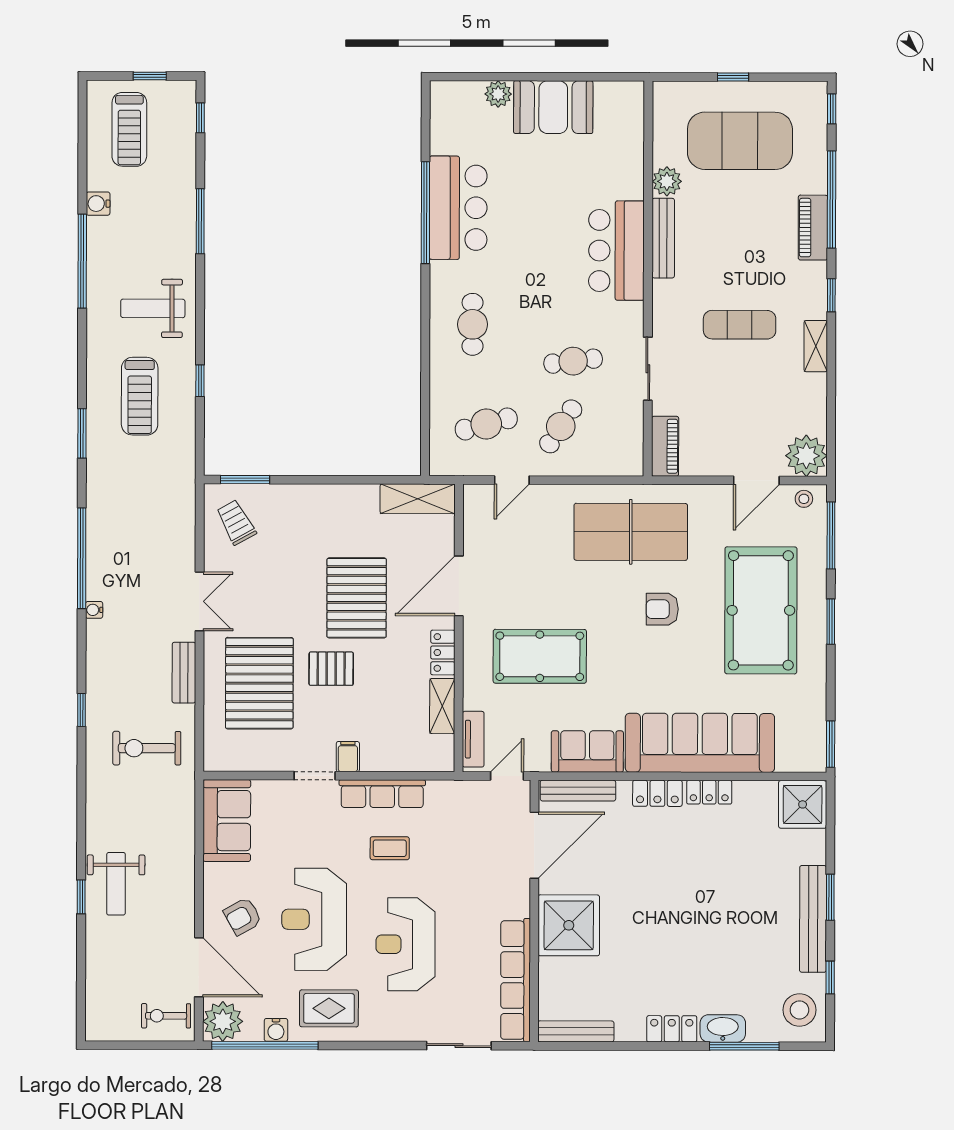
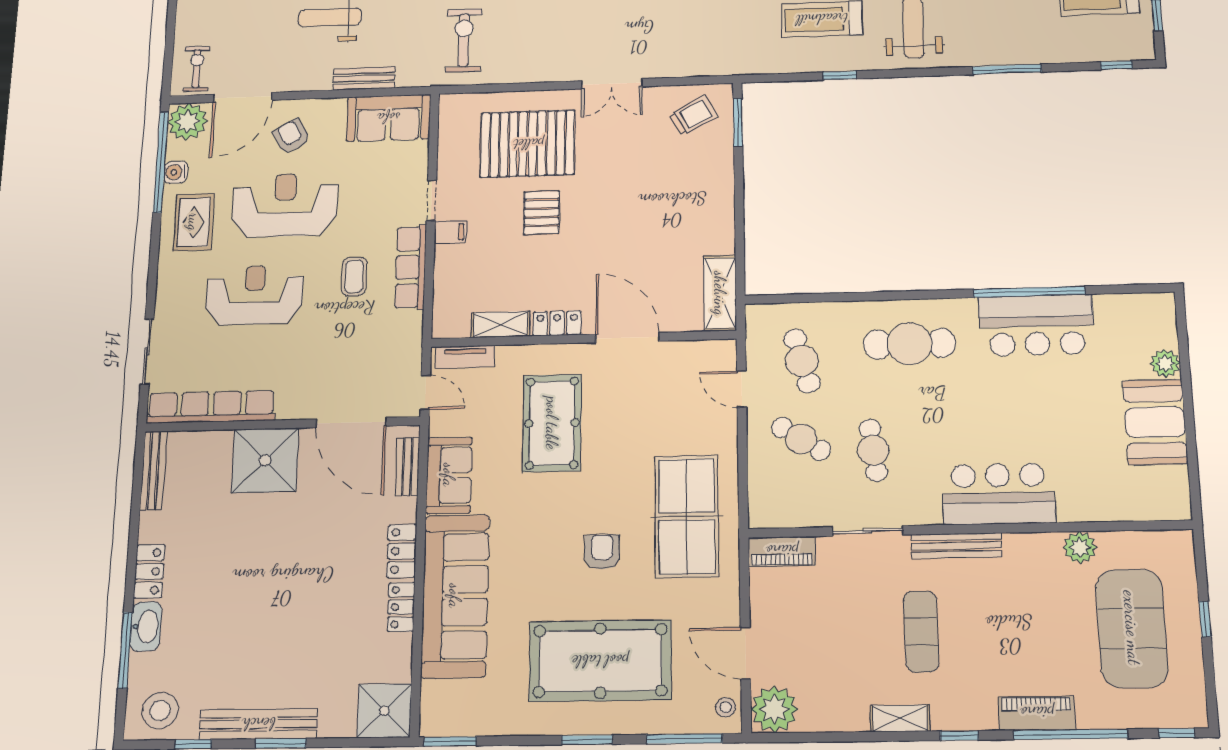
bench: (663, 238) -> (956, 546), moved
cafe table: (473, 324) -> (910, 344), width x1.37, depth x1.35
pallet: (357, 598) -> (615, 235), removed
bench: (184, 673) -> (364, 78), moved
bench: (578, 791) -> (407, 467), width x0.73

